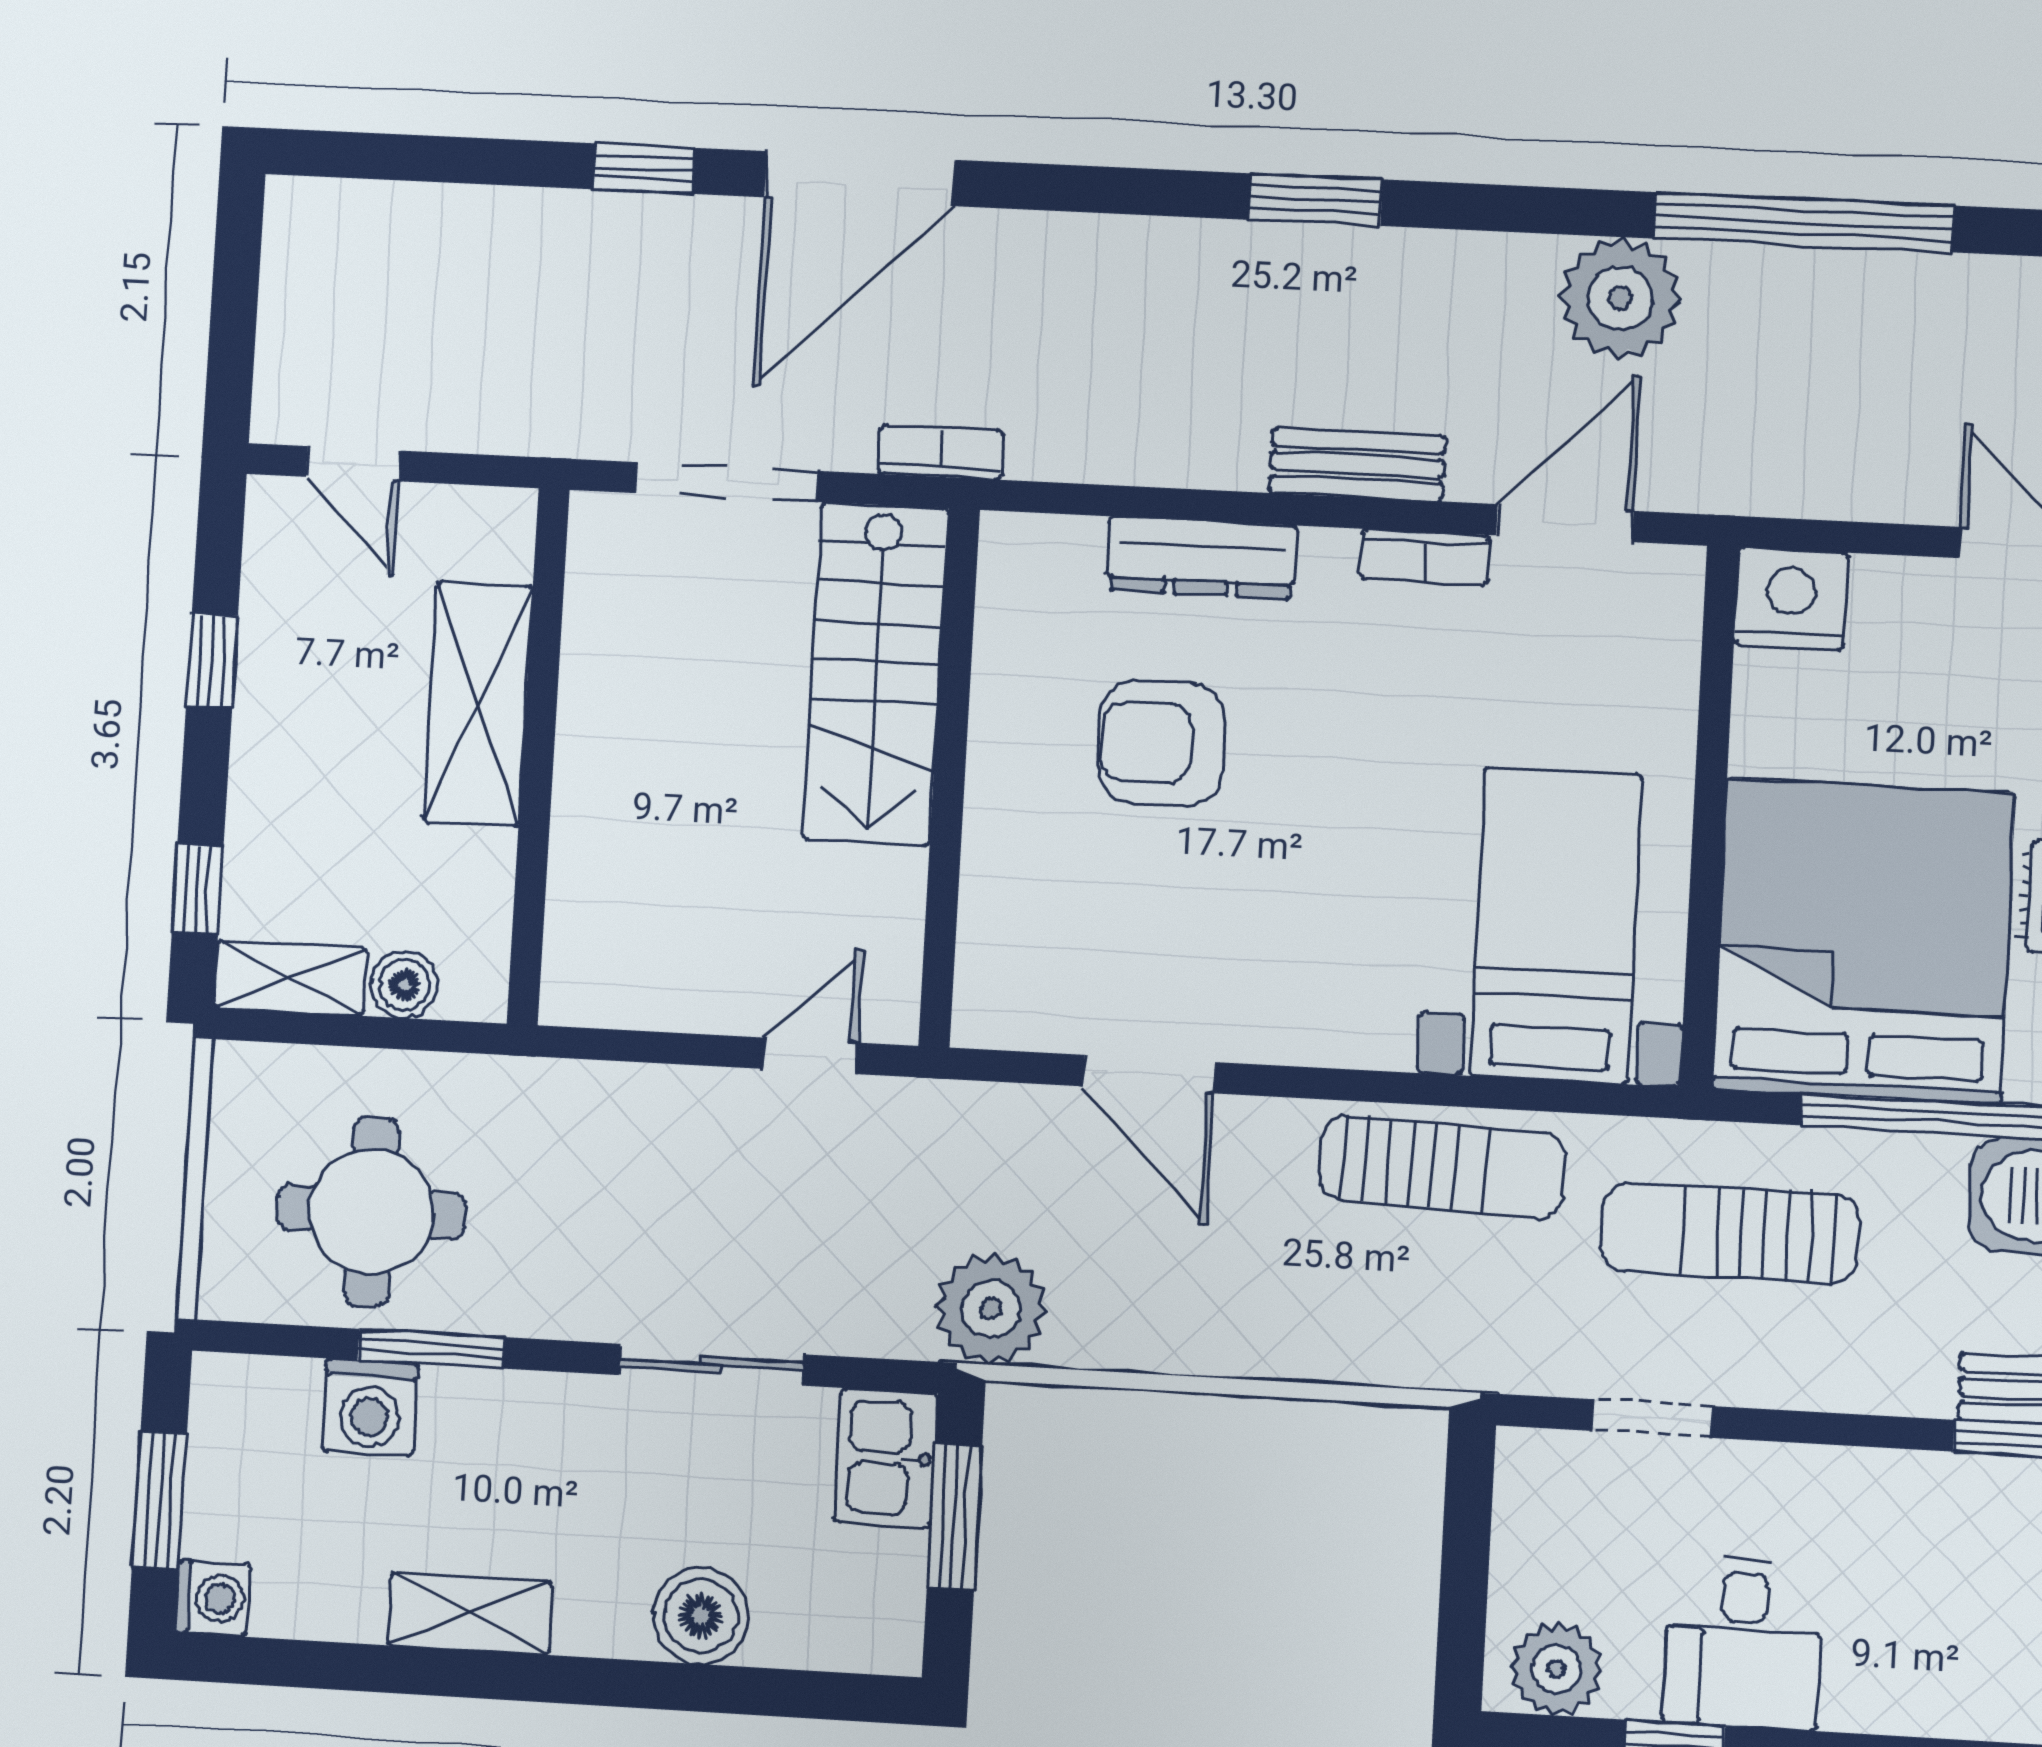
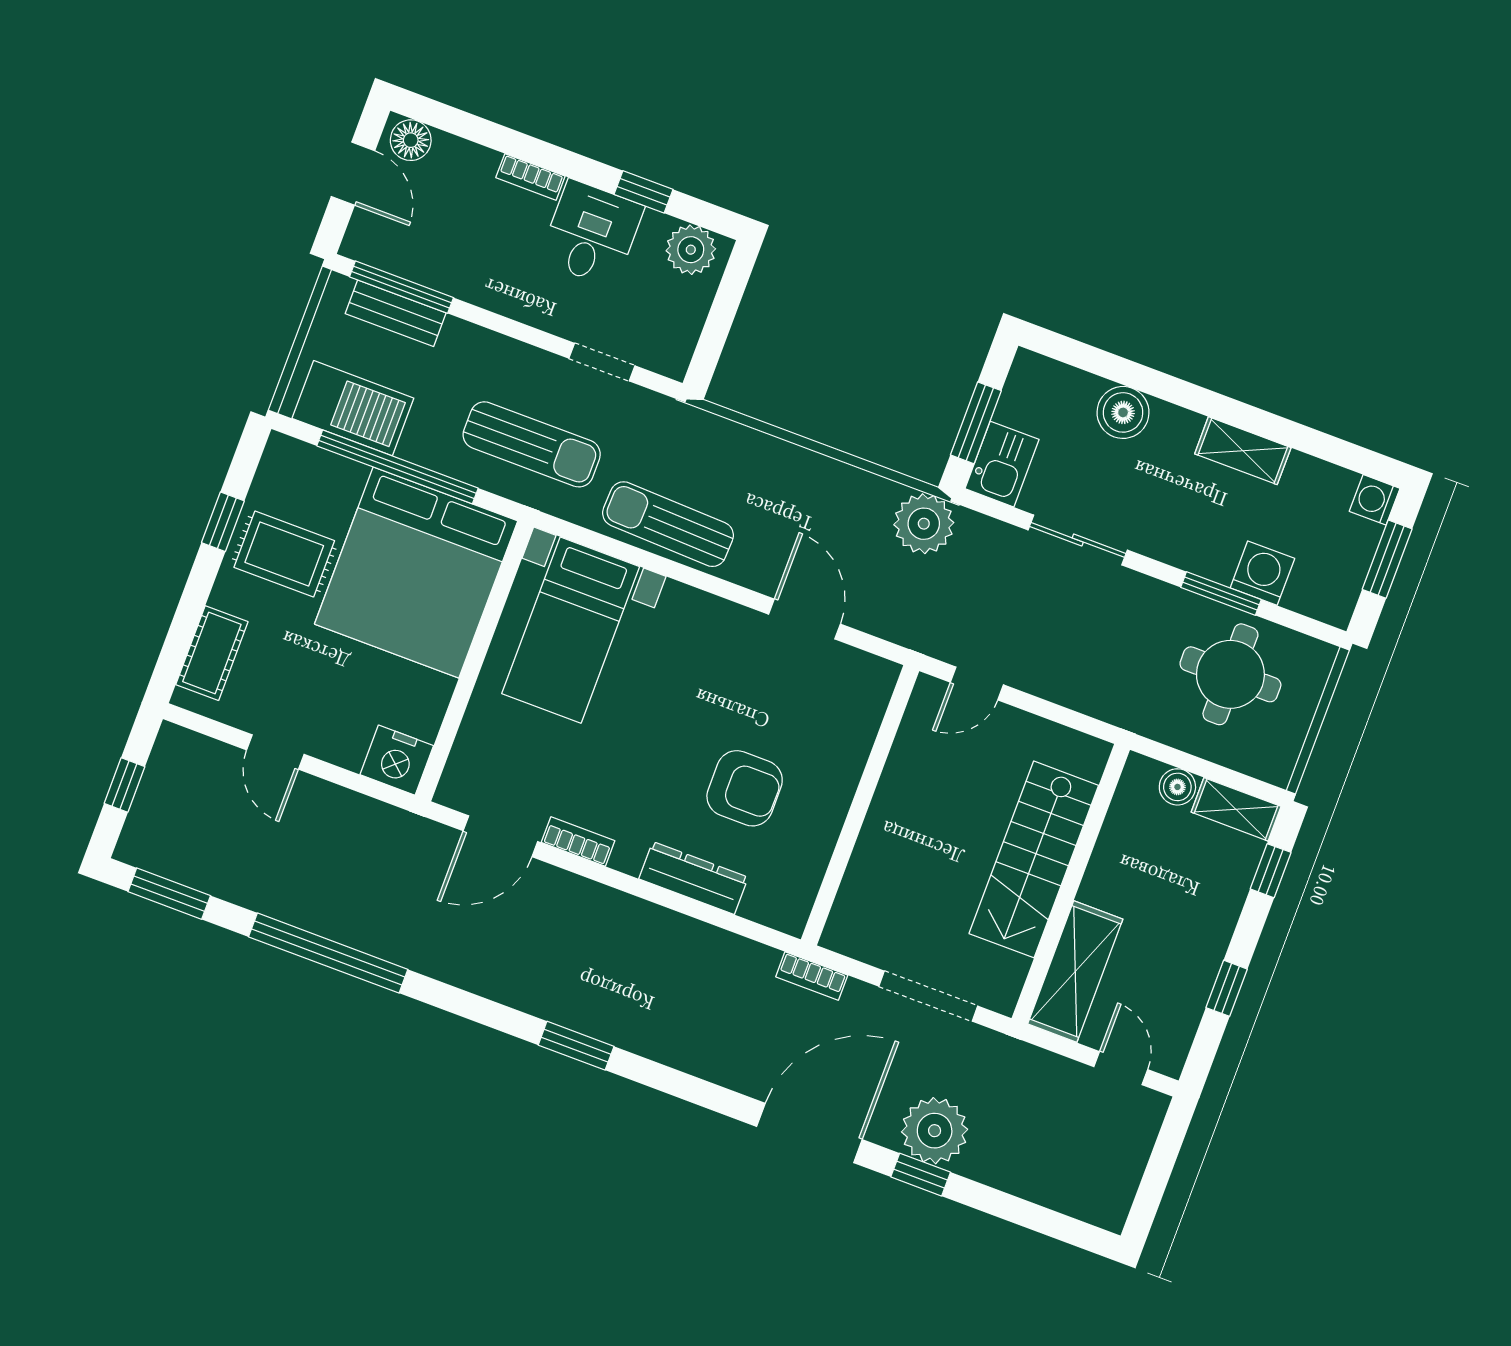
plant: (1620, 298) -> (935, 1131), moved
bench: (1357, 464) -> (598, 901), removed
stairs: (876, 674) -> (1034, 859), moved, turned 180
shelving: (478, 704) -> (1075, 972), moved
bookcase: (1885, 1711) -> (530, 177), added

